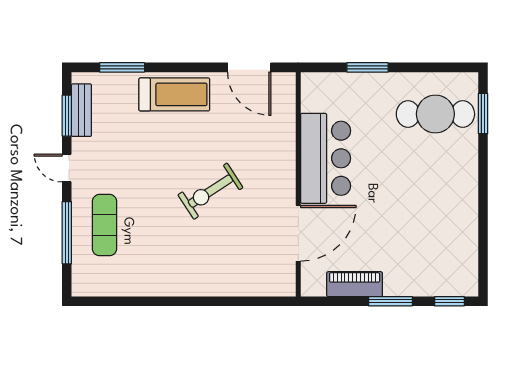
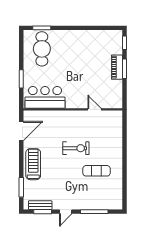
bar counter: (326, 158) -> (45, 97), moved
exercise bike: (210, 191) -> (76, 148), turned -57
exercise mat: (105, 225) -> (97, 171), moved
door: (298, 233) -> (95, 109), width x0.53
piano: (355, 284) -> (117, 67), moved

